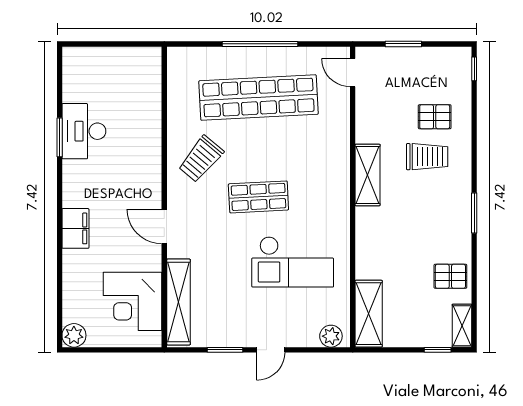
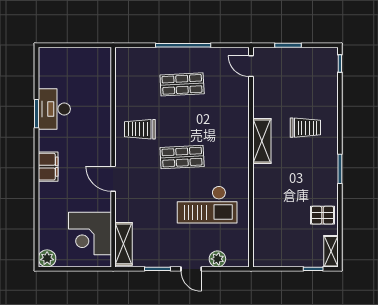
shop shelf: (258, 98) -> (182, 84), width x0.50, depth x0.74
pallet: (435, 117) -> (311, 98), removed
trolley: (201, 159) -> (140, 129), turned 50
filing cabinet: (75, 228) -> (48, 167), moved
shelving: (178, 302) -> (124, 244), width x0.68
shelving: (369, 314) -> (263, 242), removed
plant: (331, 336) -> (217, 259), moved
door: (271, 350) -> (191, 269), hinge flipped

